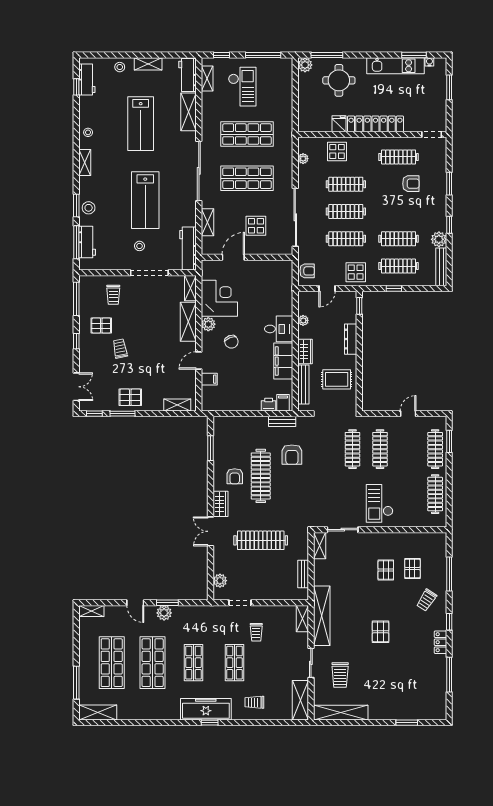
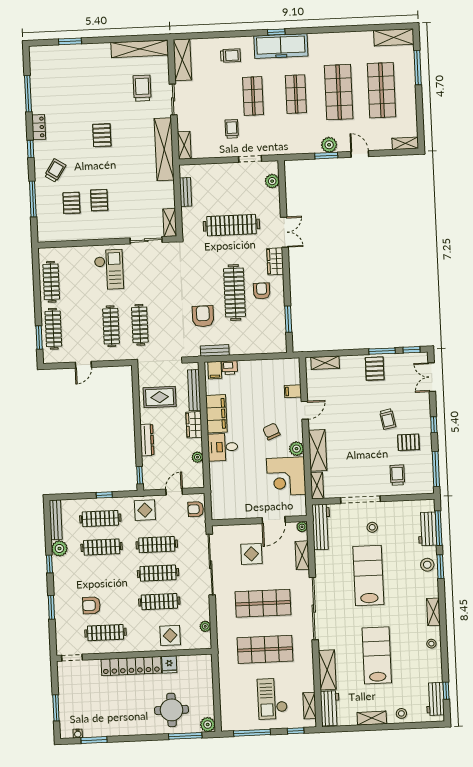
kitchen unit: (395, 66) -> (113, 728), removed
plant: (206, 249) -> (302, 527), added
pallet: (130, 397) -> (375, 369), turned 90

